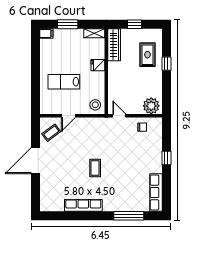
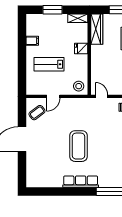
filing cabinet: (46, 33) -> (32, 41), moved
coffee table: (95, 168) -> (78, 146), width x1.86, depth x1.72
row of seats: (83, 205) -> (81, 182), moved

